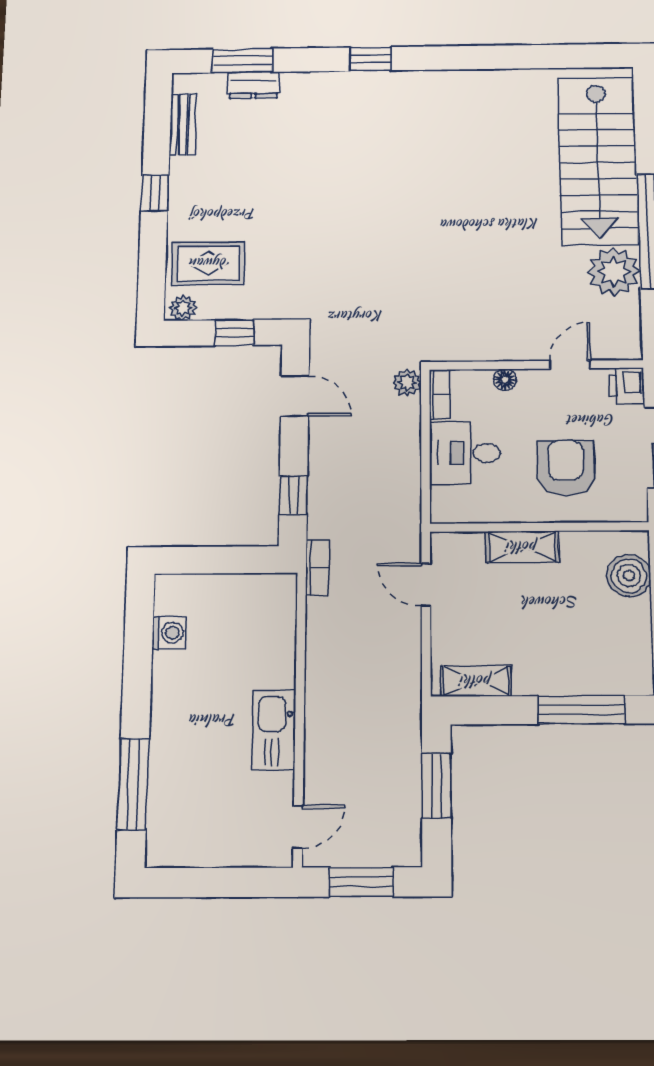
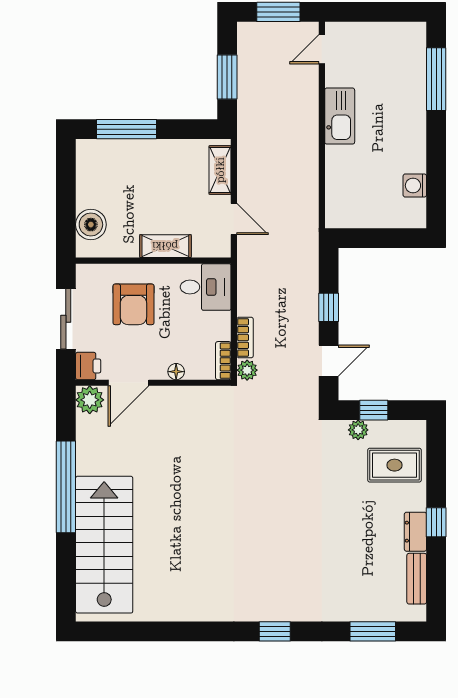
dresser: (253, 85) -> (415, 532), moved, turned -90
plant: (614, 272) -> (90, 400), moved, width x0.73, depth x0.73
plant: (183, 308) -> (358, 430), moved
door: (570, 365) -> (129, 383), width x1.38
door: (295, 396) -> (329, 361), swing flipped
desk: (465, 453) -> (206, 287), moved
window: (293, 495) -> (329, 307), moved
bookcase: (317, 567) -> (245, 338), moved, turned 180
shelving: (476, 681) -> (220, 170), moved, turned 90

